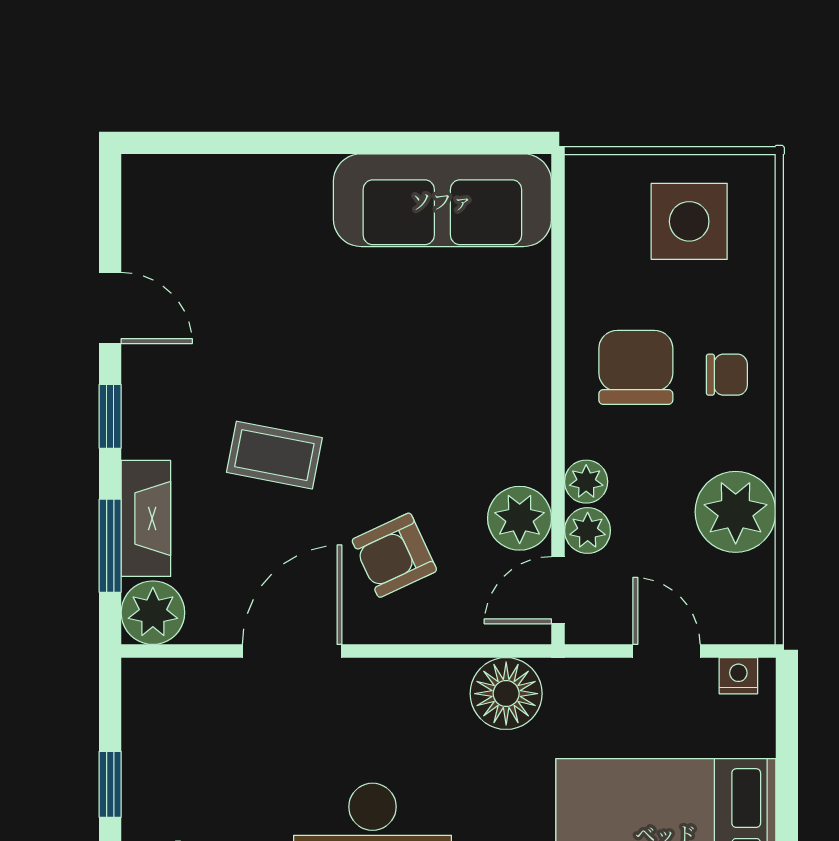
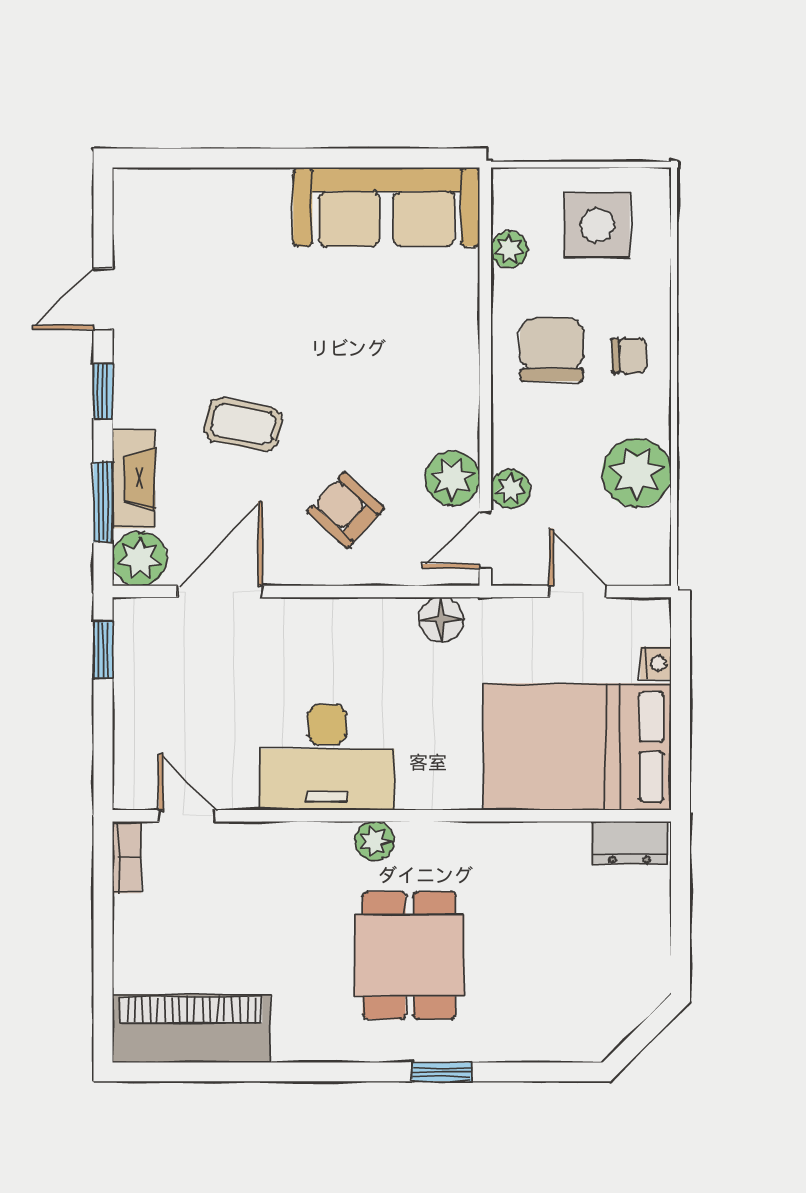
door: (110, 308) -> (103, 299), swing flipped
plant: (586, 482) -> (509, 249), moved
armchair: (394, 555) -> (346, 510), turned 67
door: (292, 651) -> (220, 592), moved
nightstand: (738, 676) -> (656, 663), moved, turned 90
floor lamp: (506, 694) -> (441, 620), width x0.73, depth x0.73
window: (110, 784) -> (103, 650), moved

